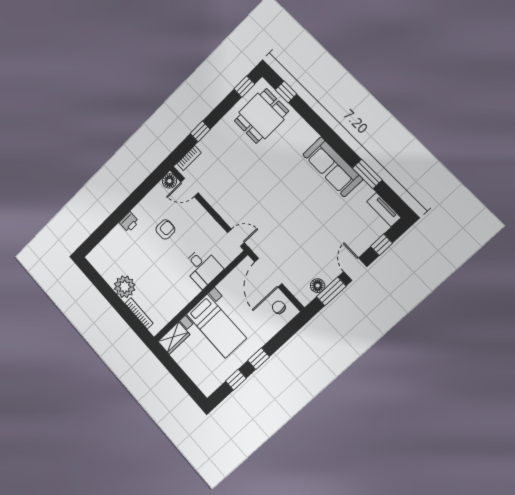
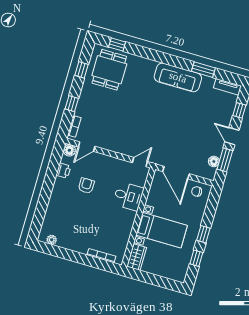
window: (244, 87) -> (82, 70), moved
printer: (129, 222) -> (63, 171), moved
plant: (125, 287) -> (52, 240), moved, width x0.53, depth x0.53

